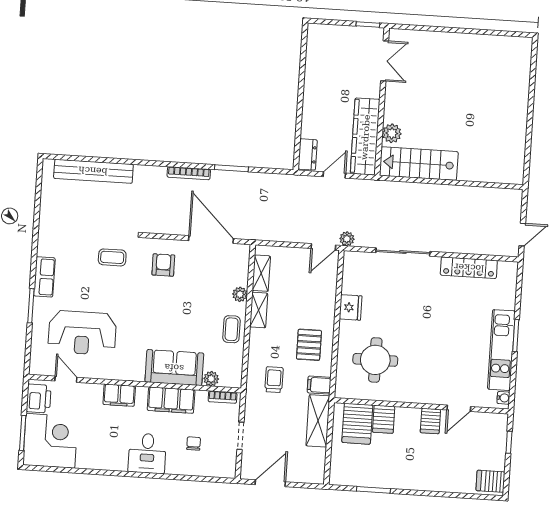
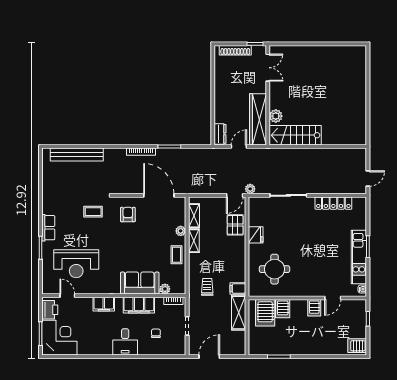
shoe rack: (338, 32) -> (235, 50), added
pallet: (309, 345) -> (235, 225), moved

